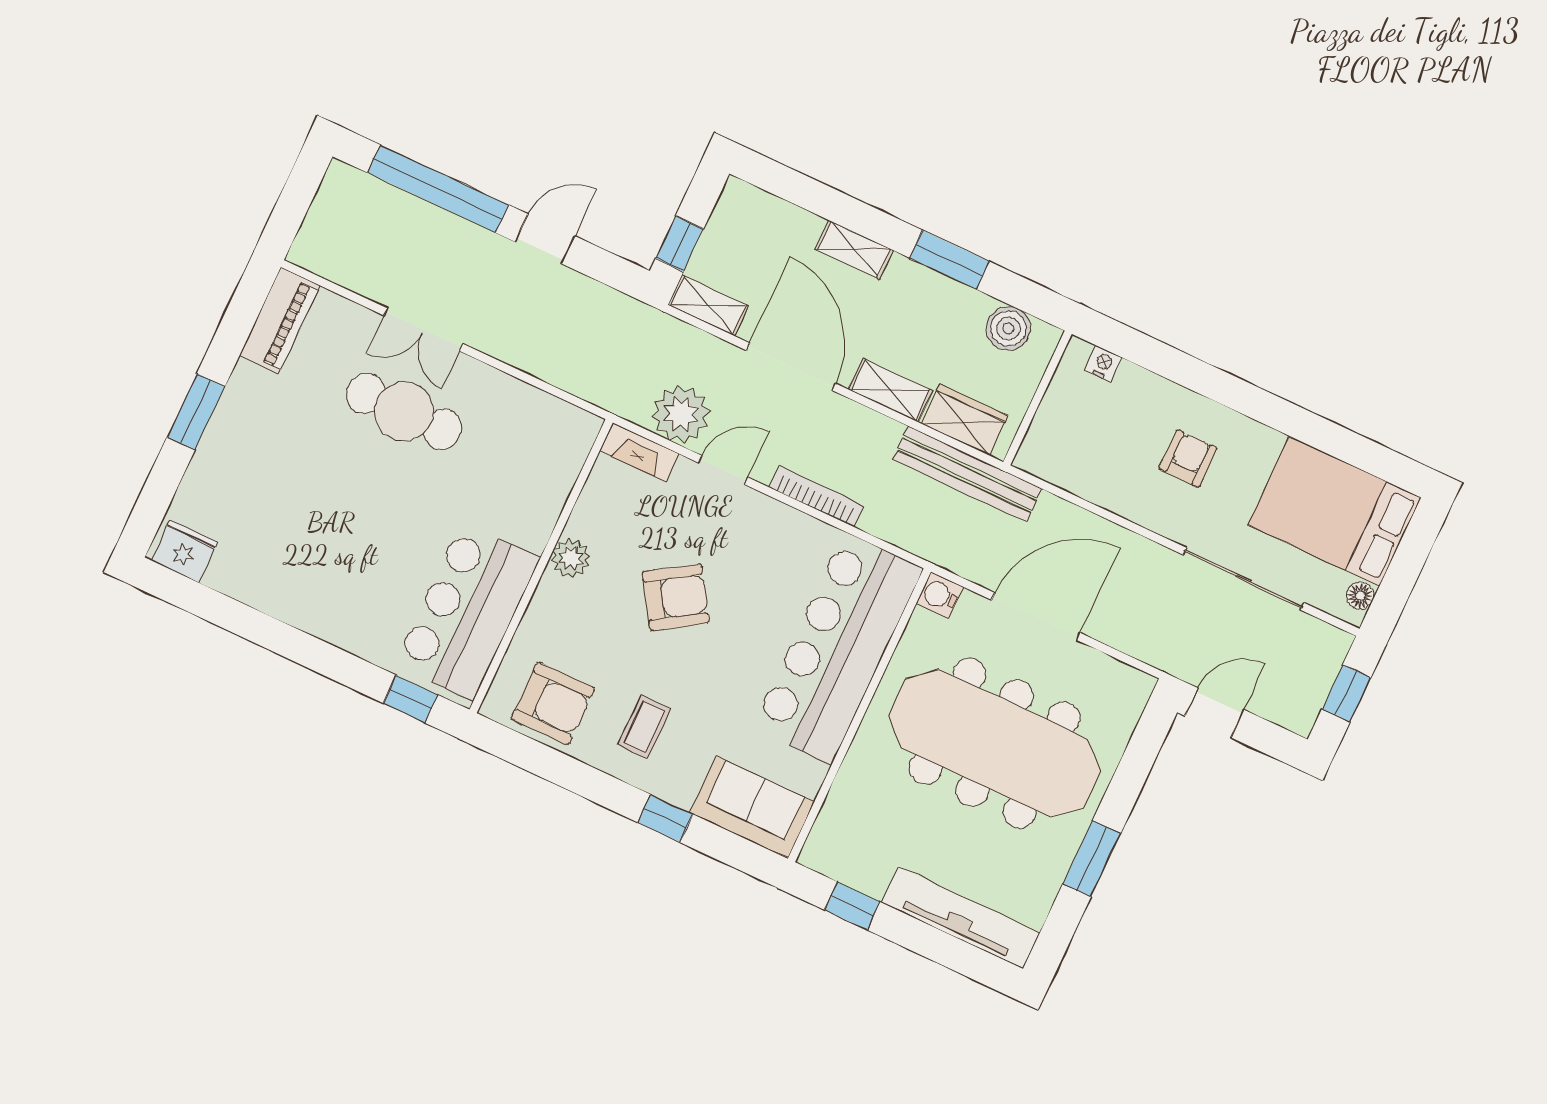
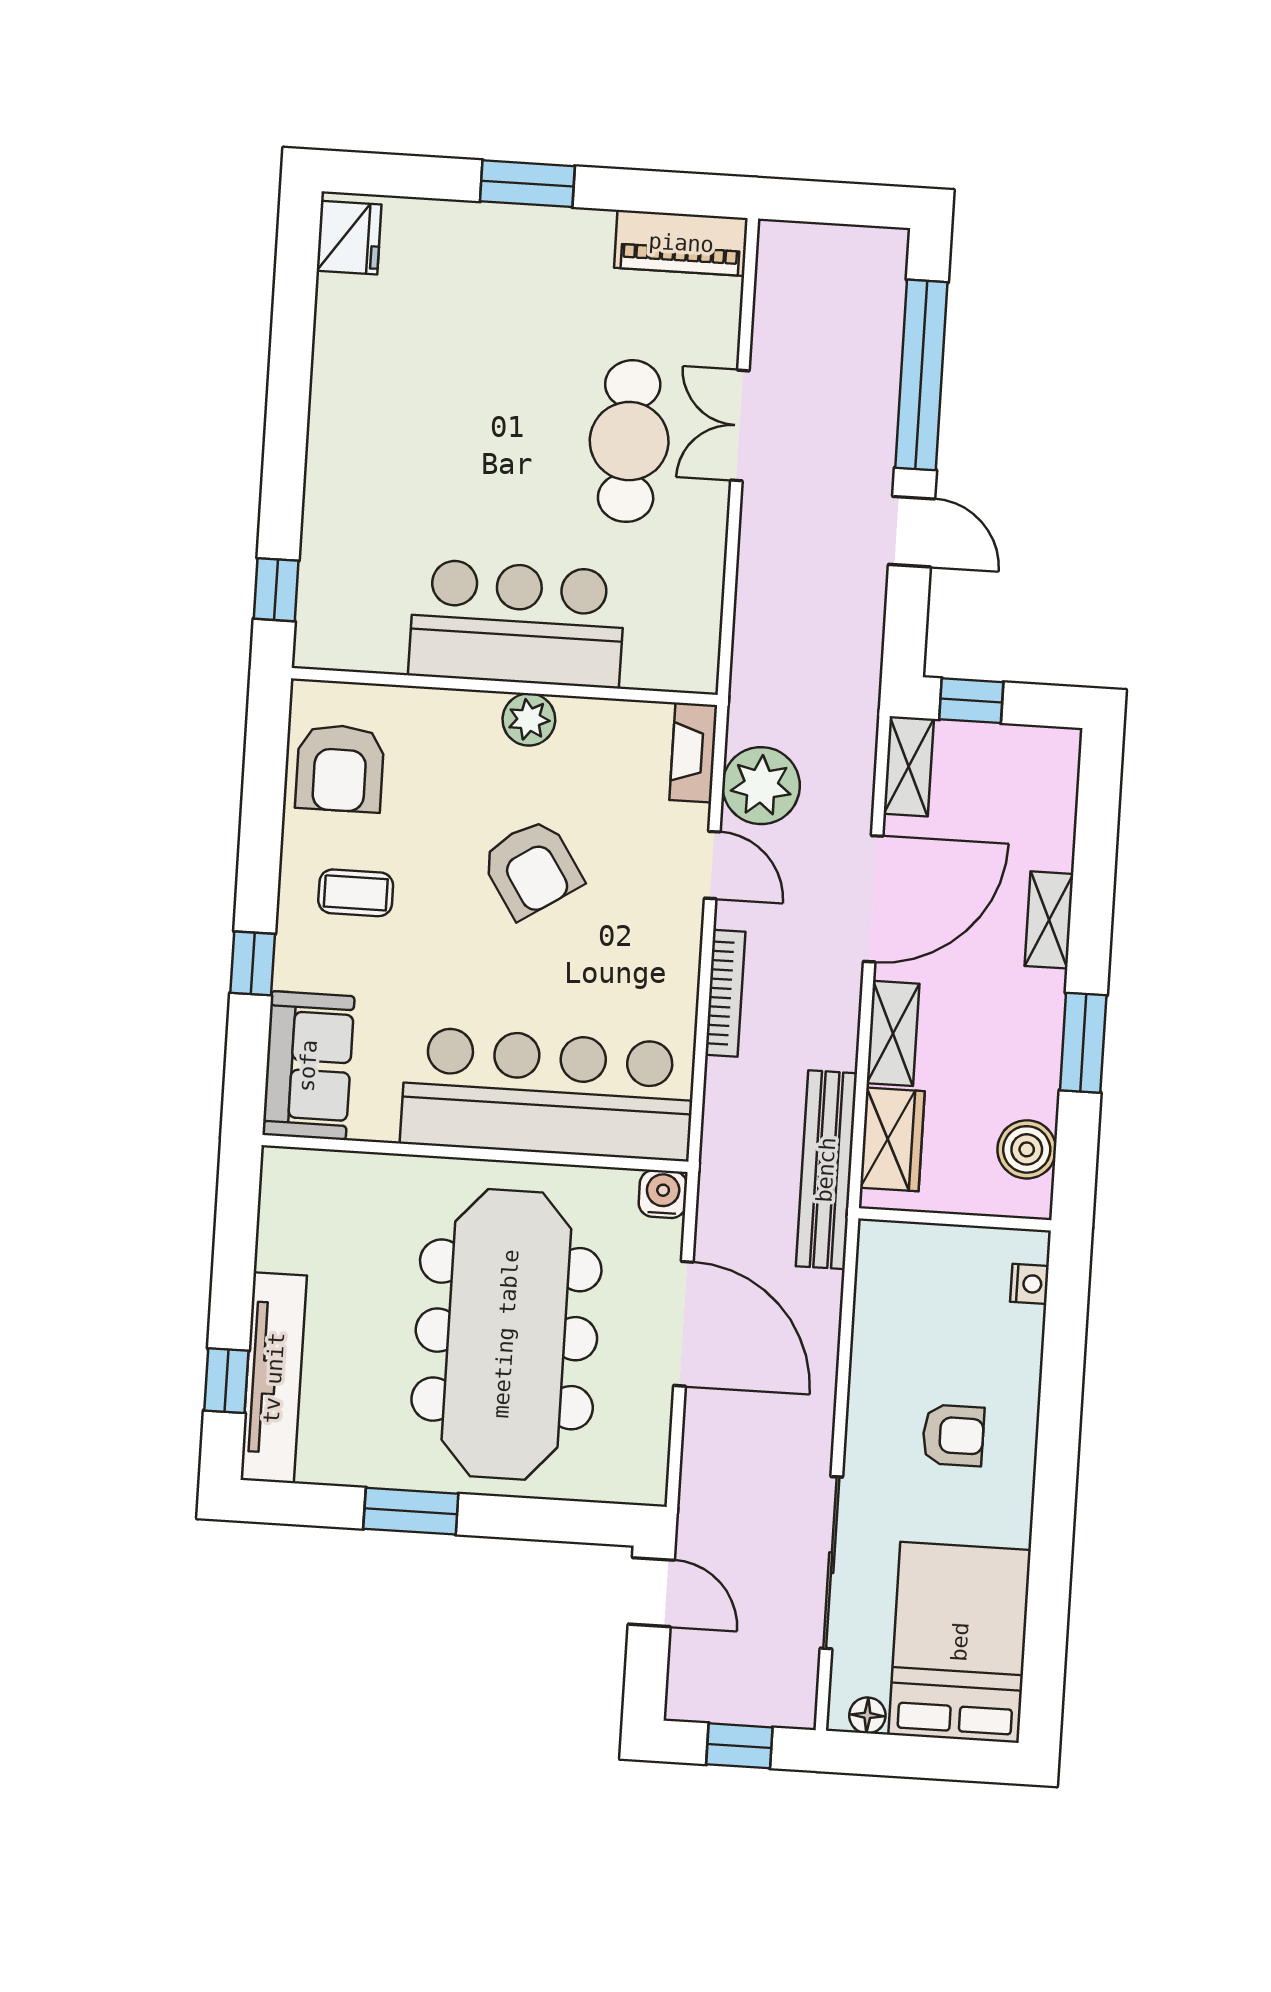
bar counter: (467, 611) -> (517, 624), moved
window: (852, 906) -> (226, 1381), moved

